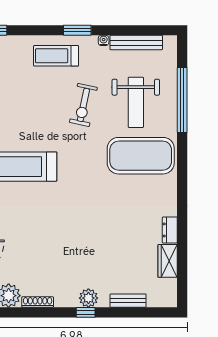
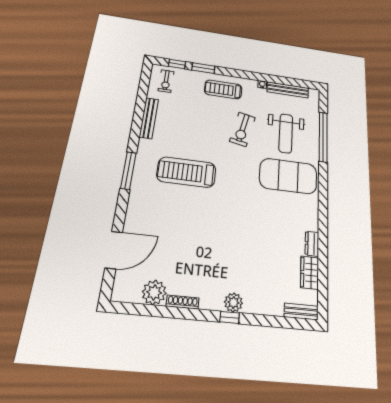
window: (77, 30) -> (203, 68), moved
bench: (128, 301) -> (301, 311), moved

